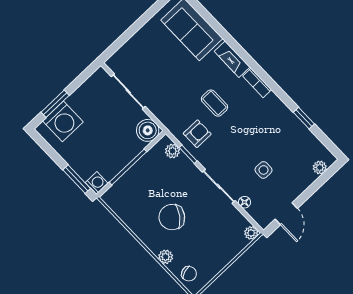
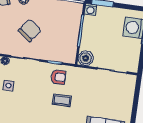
armchair: (197, 134) -> (58, 77), turned -90
plant: (172, 151) -> (64, 58), removed
chair: (172, 217) -> (30, 30), moved

